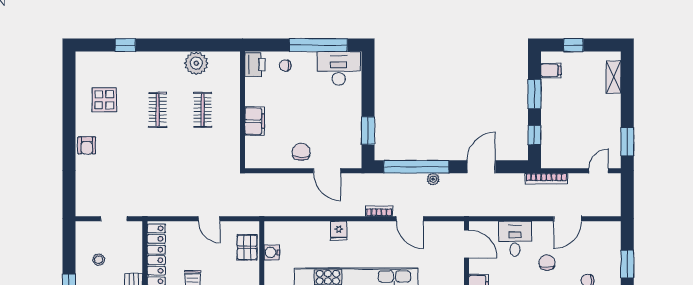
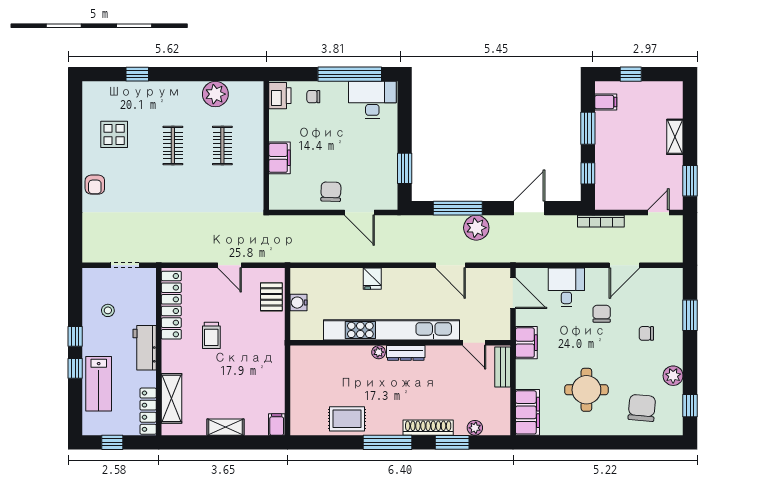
shelving: (614, 77) -> (675, 137), moved
window: (416, 167) -> (458, 208), width x0.68
plant: (433, 179) -> (476, 228), width x1.87, depth x1.87
bookcase: (379, 211) -> (417, 257), removed

